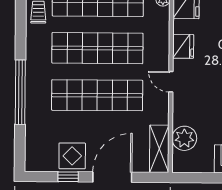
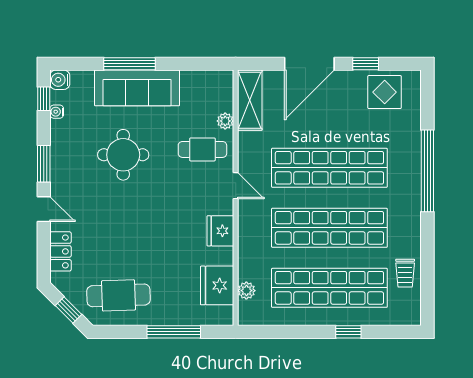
cafe table: (197, 110) -> (202, 149), added
plant: (184, 138) -> (225, 121), width x0.53, depth x0.53
display table: (72, 156) -> (385, 92), moved

